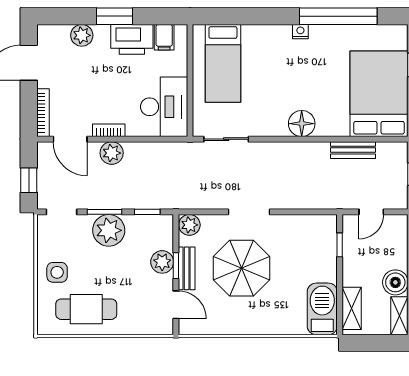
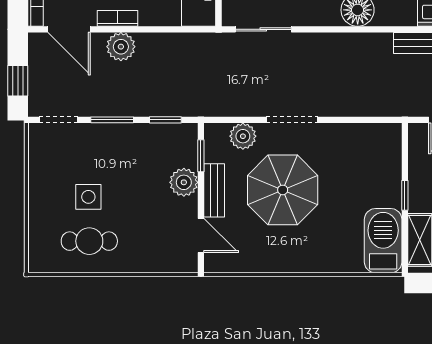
plant: (189, 225) -> (243, 136), moved
plant: (109, 230) -> (117, 143), removed
window: (340, 245) -> (405, 195), moved
window: (176, 266) -> (201, 156), moved
side table: (57, 272) -> (88, 197), moved
cafe table: (86, 309) -> (89, 241), width x0.73, depth x0.74

